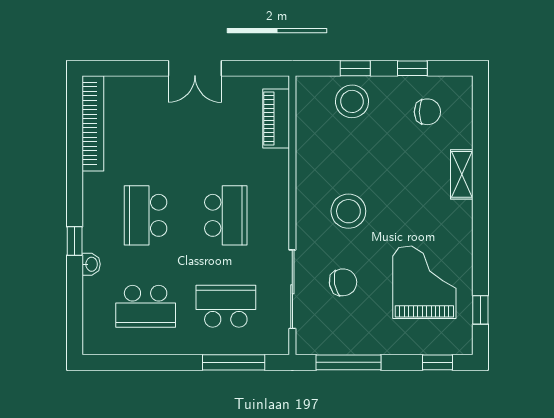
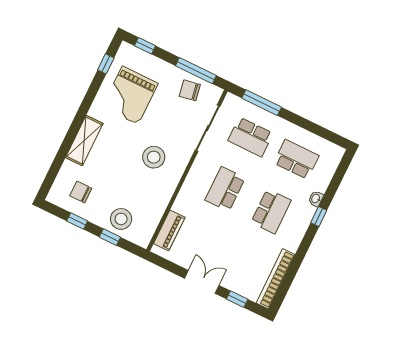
window: (133, 68) -> (237, 299), added
shelving: (462, 174) -> (84, 141), width x1.50, depth x1.33
chair: (343, 282) -> (190, 90), moved

